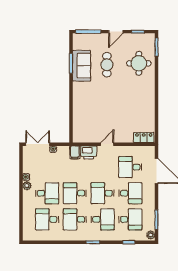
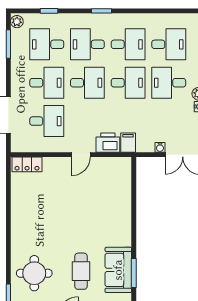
desk: (130, 193) -> (47, 83), turned 180

